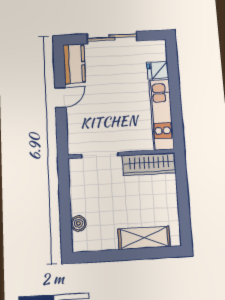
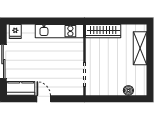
fridge: (158, 70) -> (15, 31), moved
wardrobe: (149, 164) -> (103, 31), moved, turned 90

